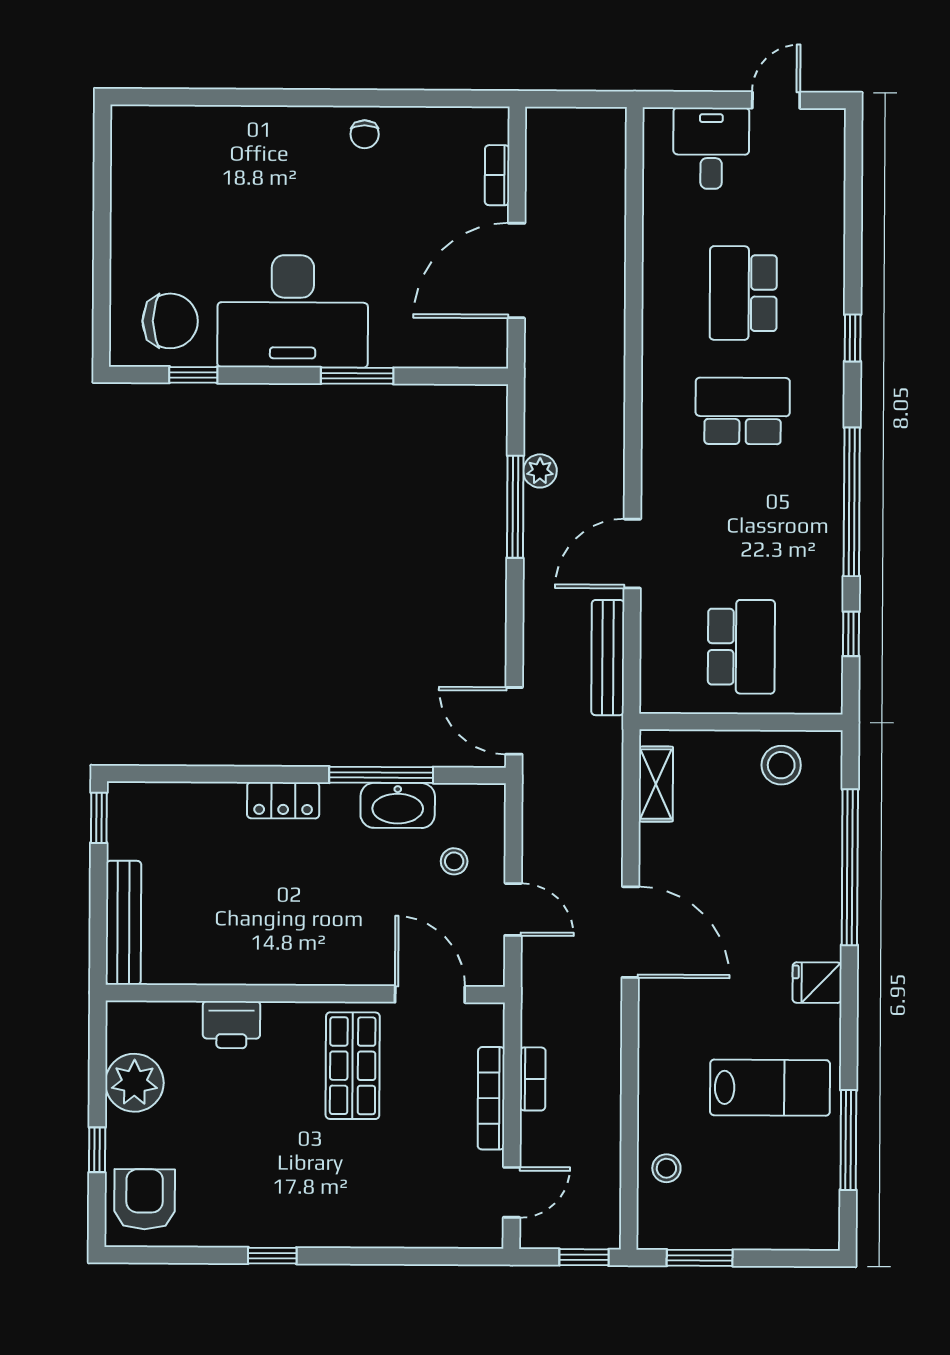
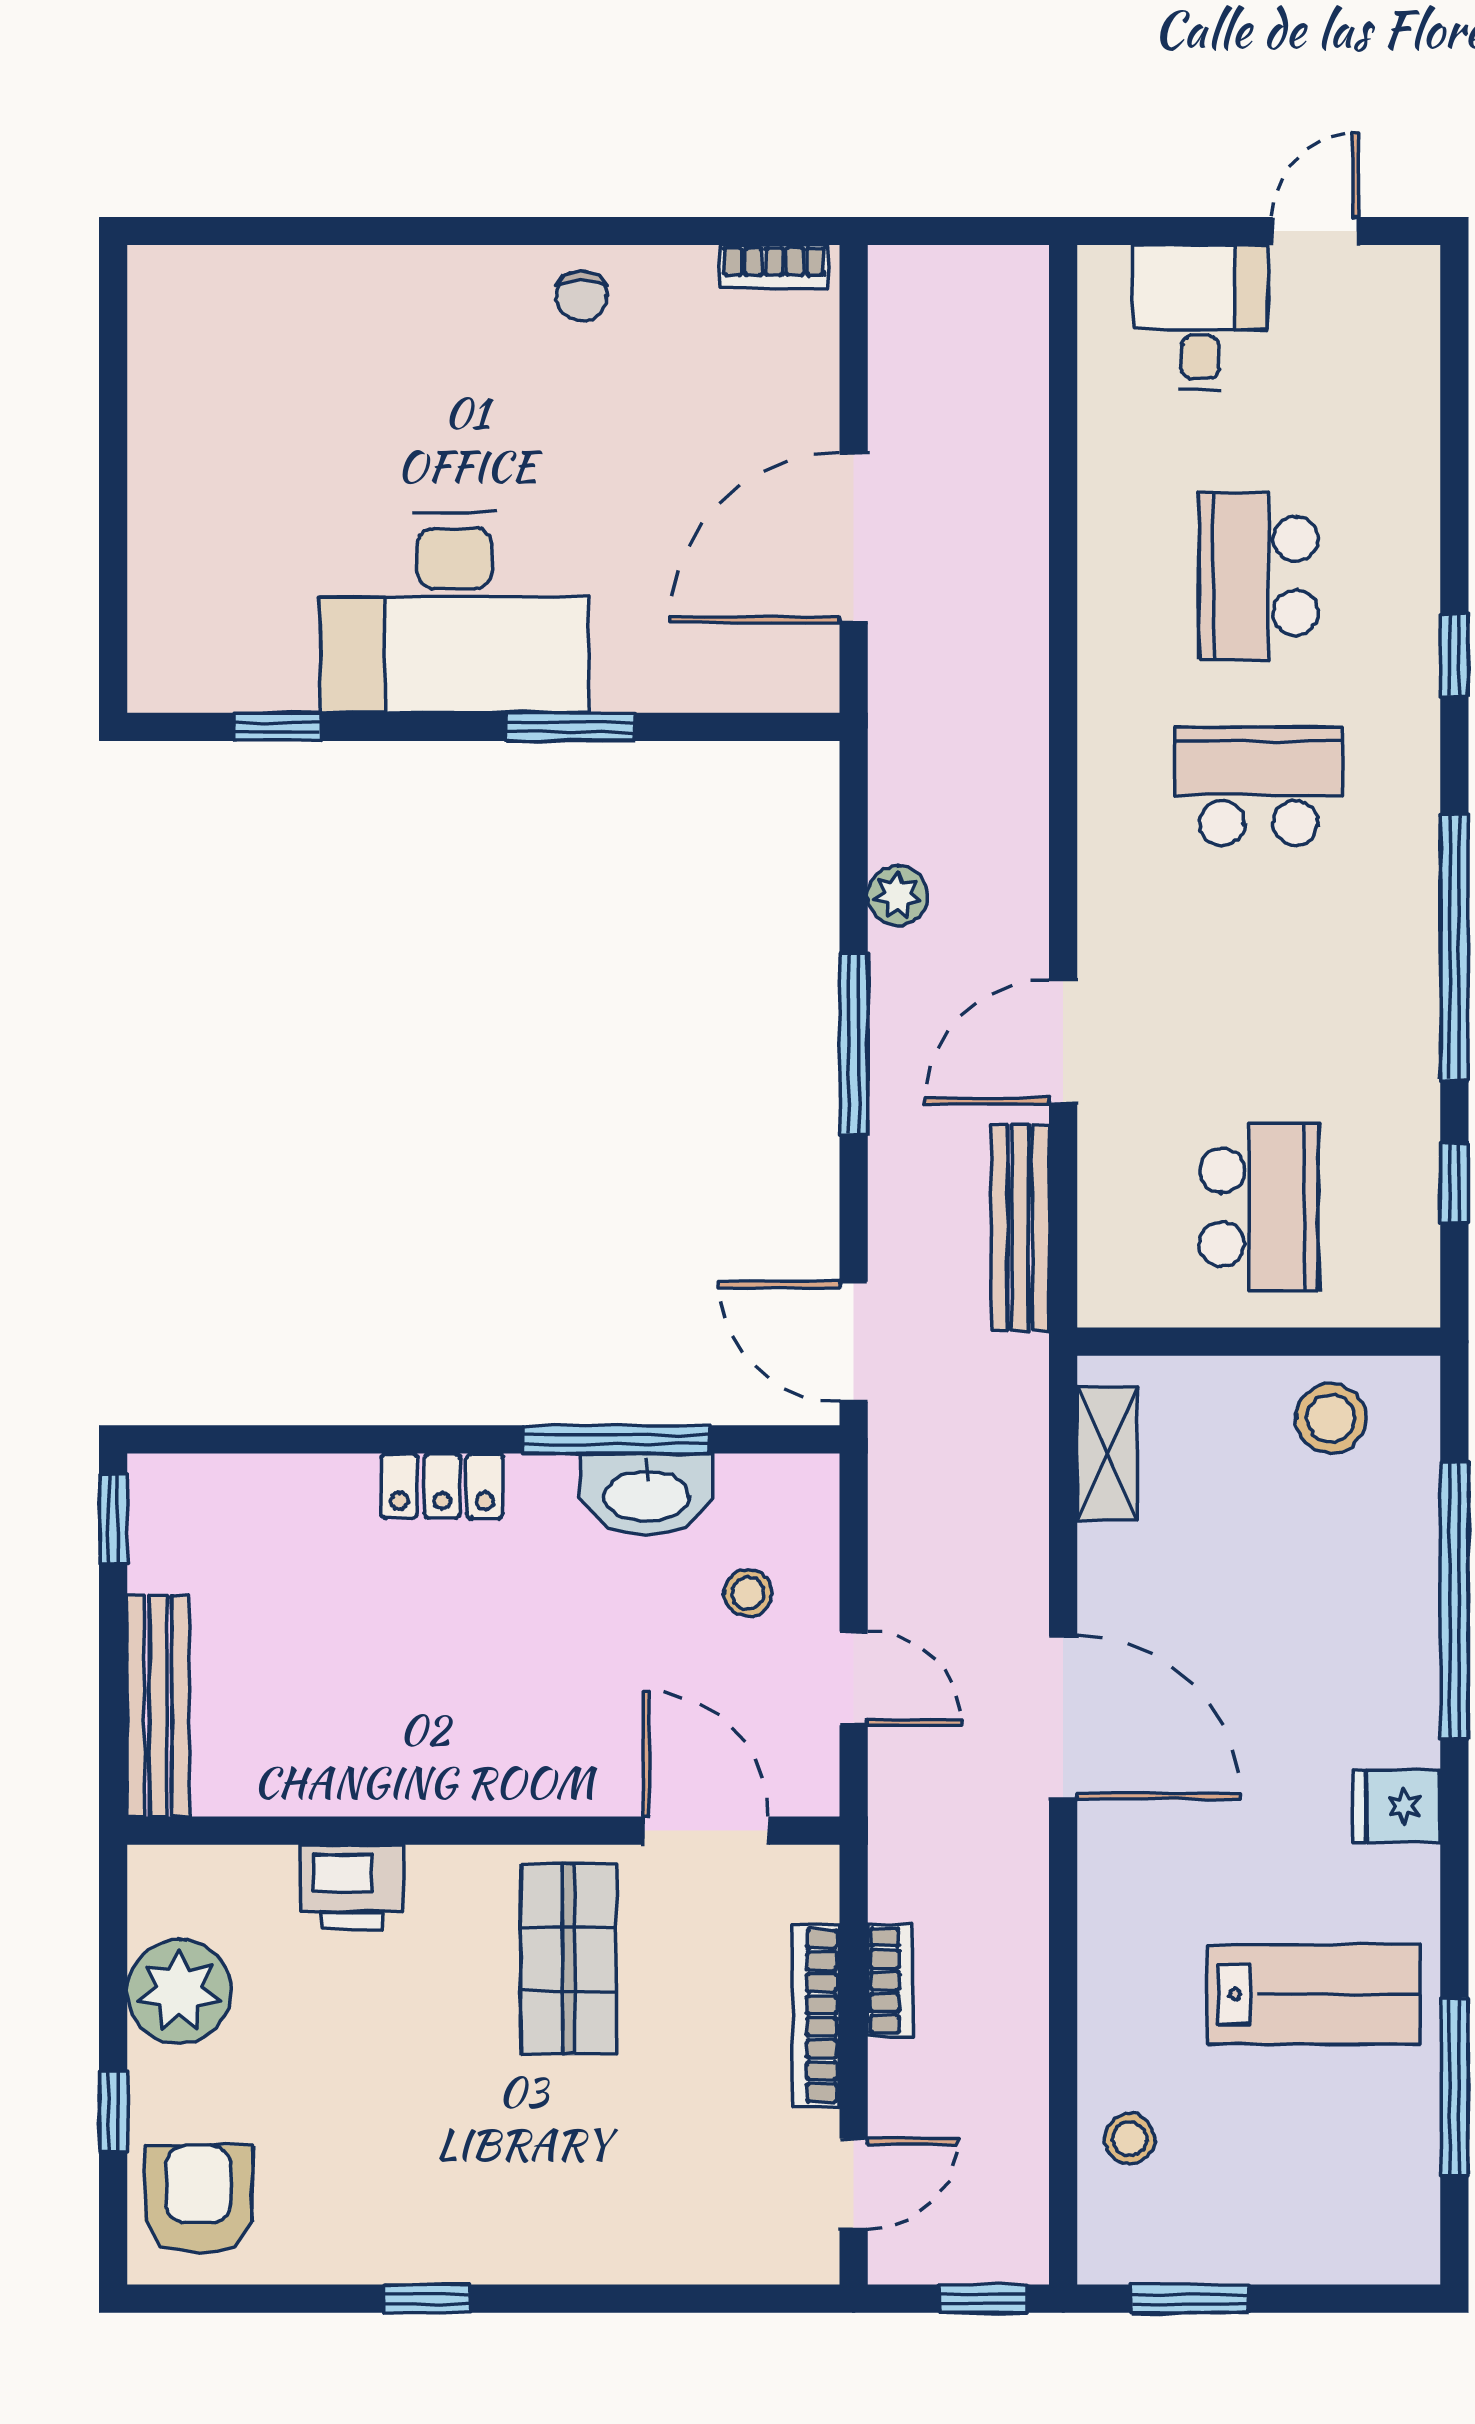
bookcase: (497, 175) -> (774, 267), moved, turned -90
chair: (170, 321) -> (236, 631), removed
window: (515, 507) -> (854, 1044), moved

